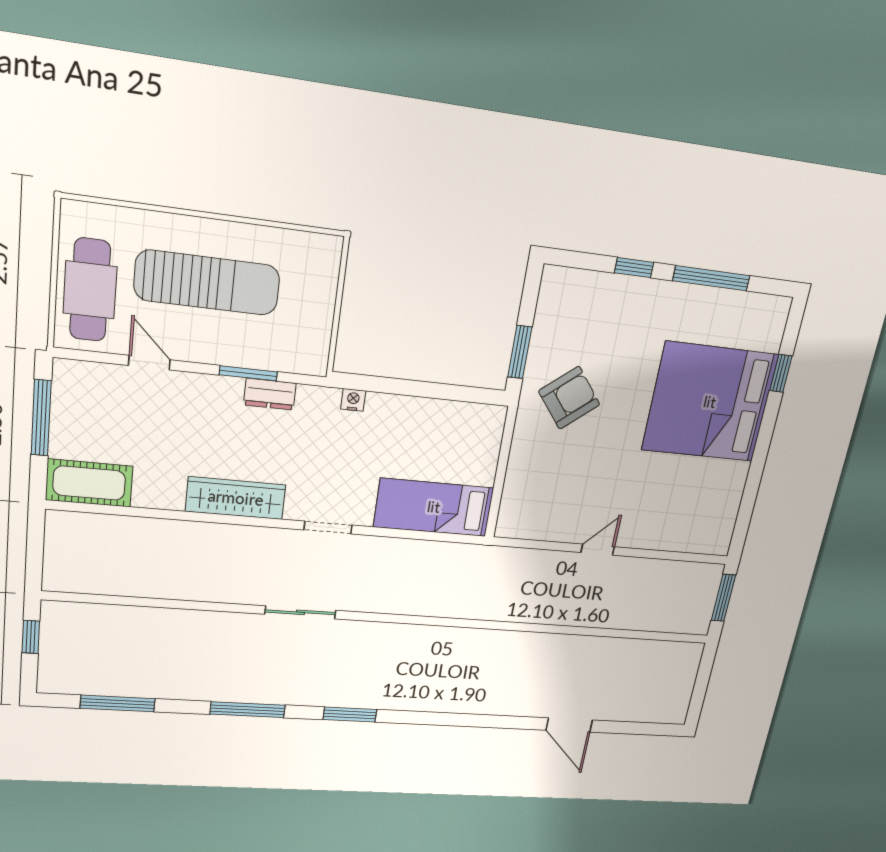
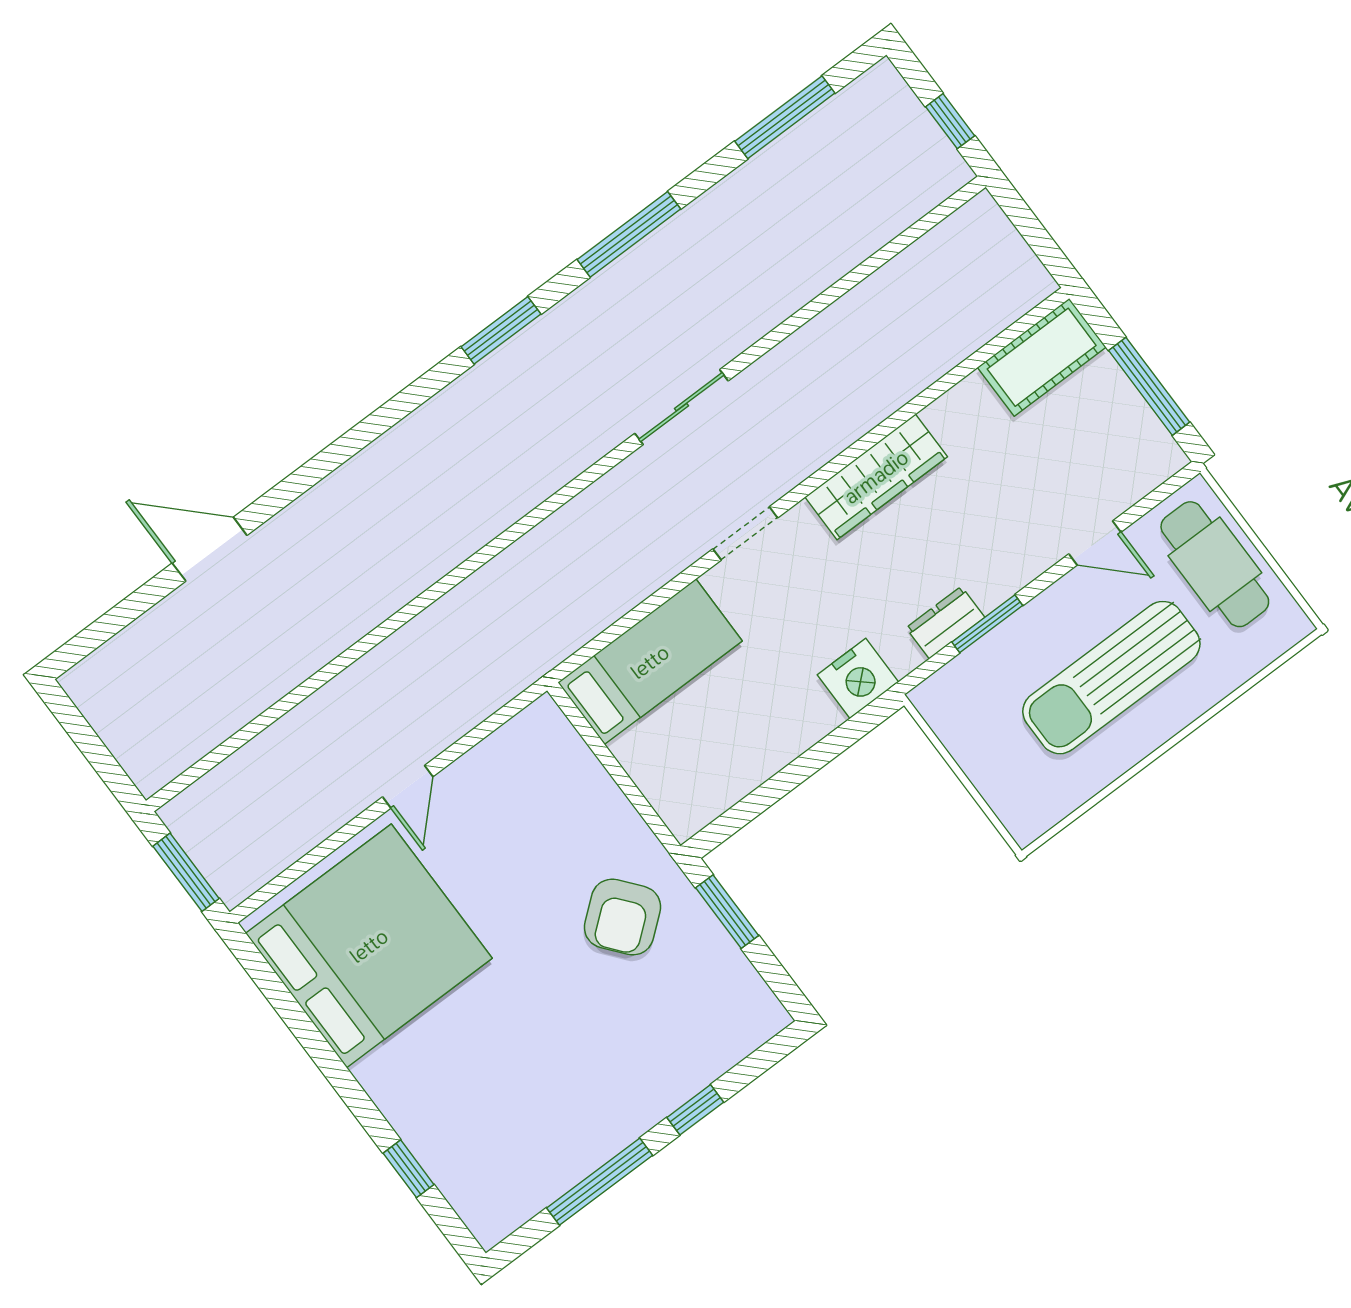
nightstand: (353, 400) -> (858, 678), width x1.89, depth x1.79
bed: (710, 402) -> (369, 946), moved

